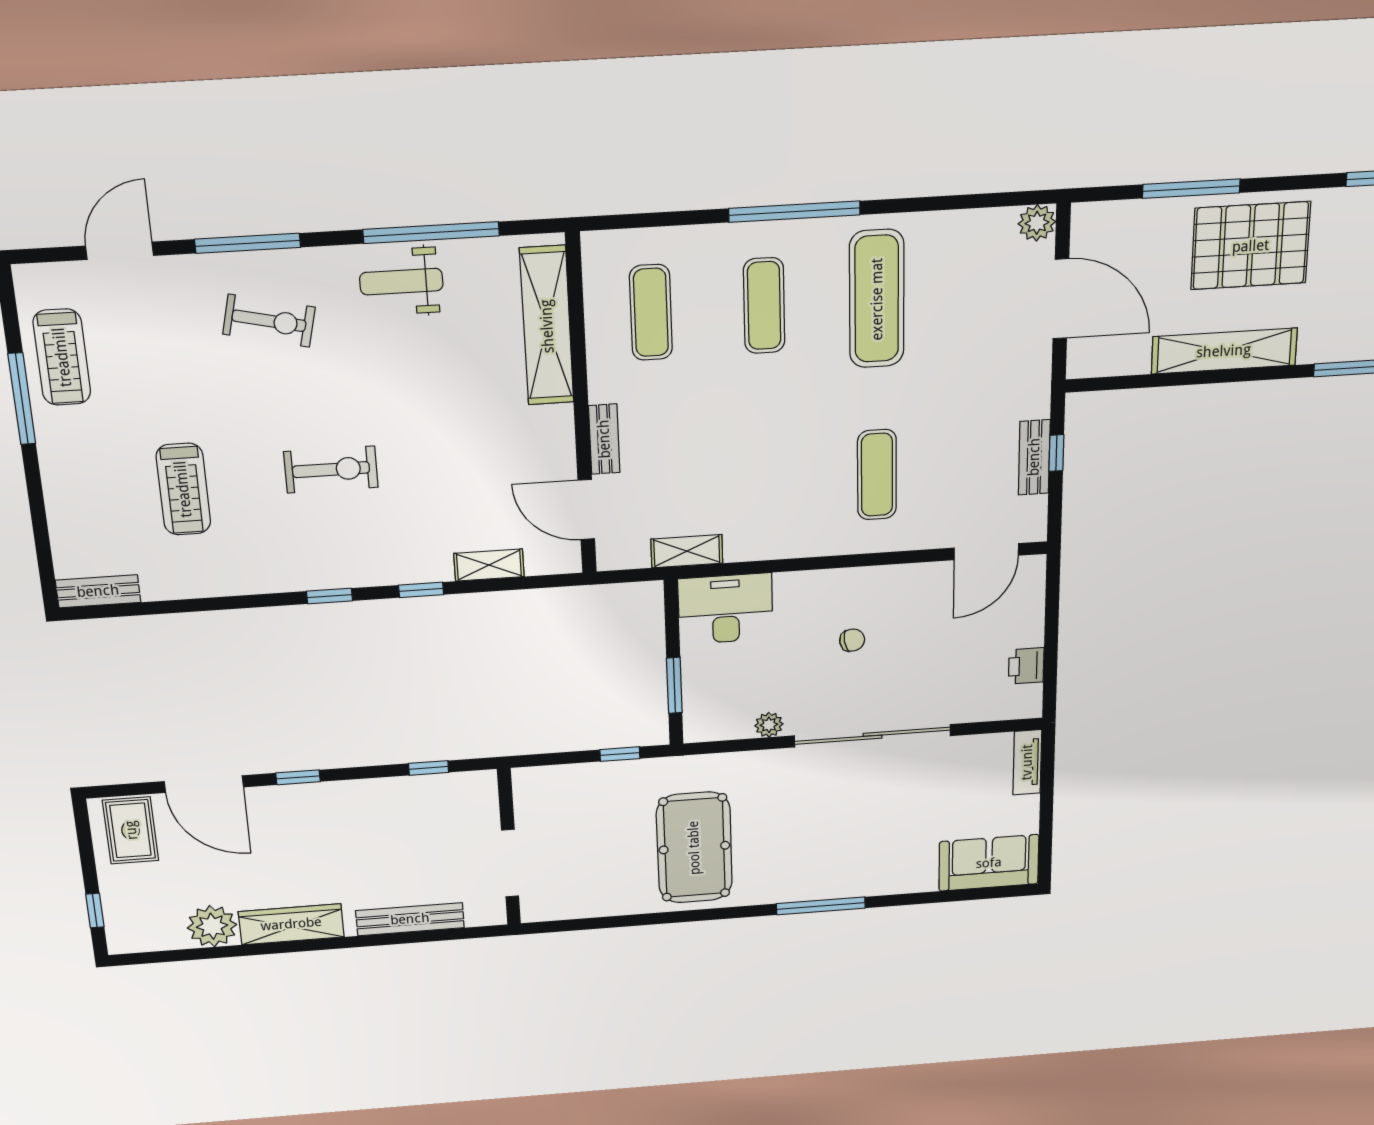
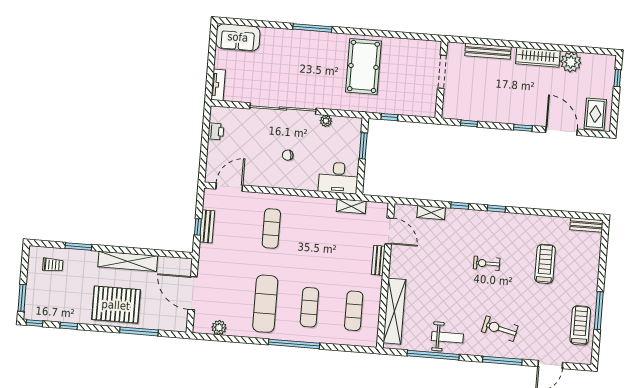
plant: (1037, 223) -> (219, 328), moved
exercise bike: (331, 470) -> (487, 263), width x0.73, depth x0.72

